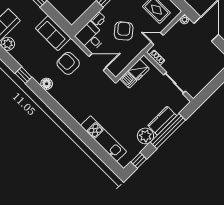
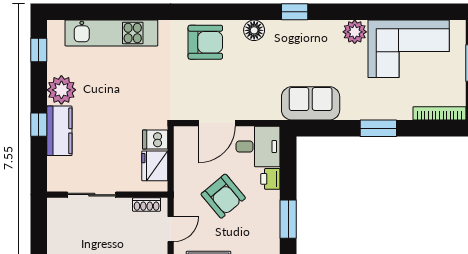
armchair: (68, 63) -> (205, 42), moved
window: (168, 131) -> (39, 125), width x0.32

